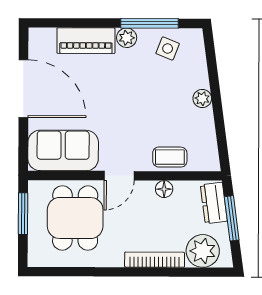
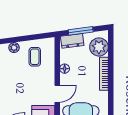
coffee table: (170, 157) -> (35, 57), moved
door: (119, 176) -> (57, 94), hinge flipped

